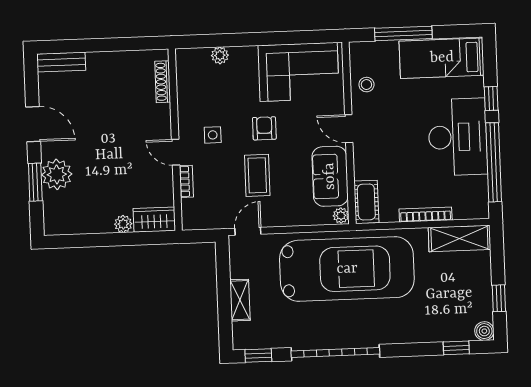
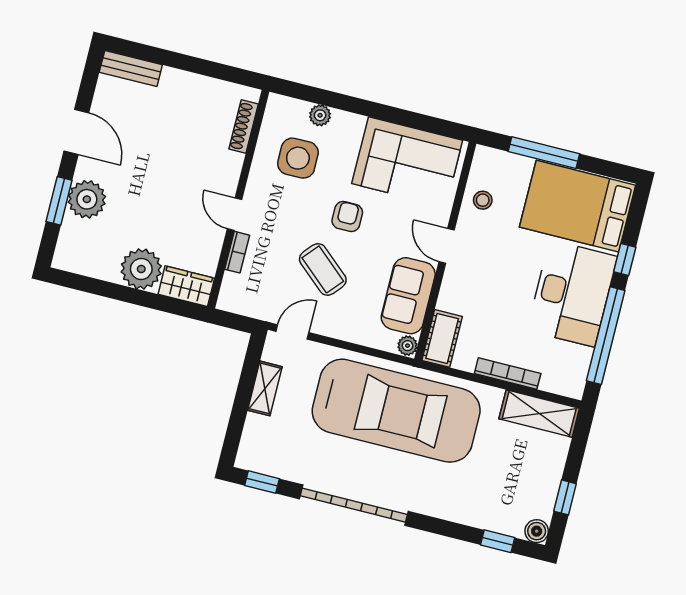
bed: (442, 58) -> (577, 206), width x1.50
side table: (213, 135) -> (298, 158), moved, width x1.87, depth x1.87
coffee table: (257, 175) -> (323, 269), turned -49
plant: (123, 224) -> (141, 269), width x1.88, depth x1.88
shelving: (240, 300) -> (265, 388), moved

